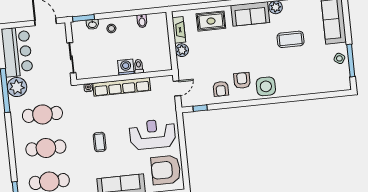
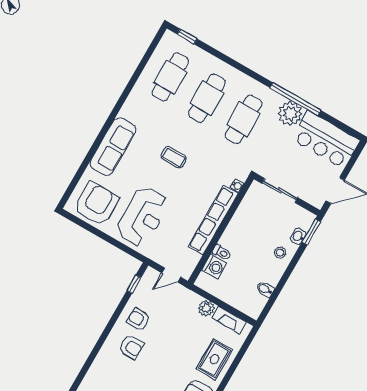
washing machine: (126, 67) -> (214, 267), moved
side table: (266, 86) -> (108, 367), removed
door: (177, 88) -> (171, 275), hinge flipped

